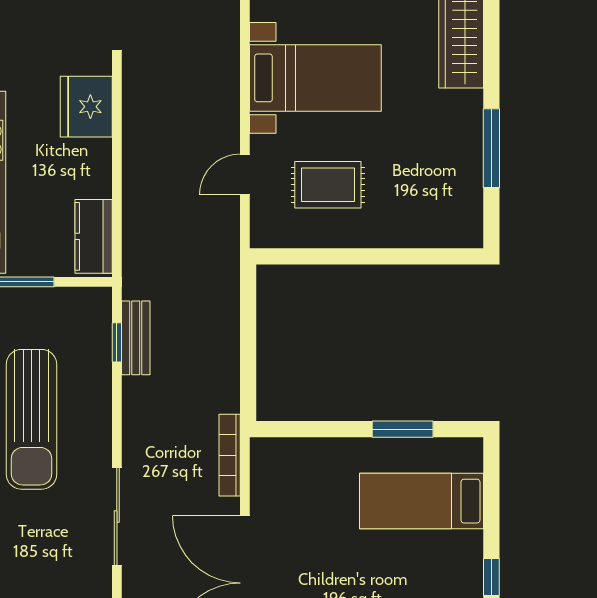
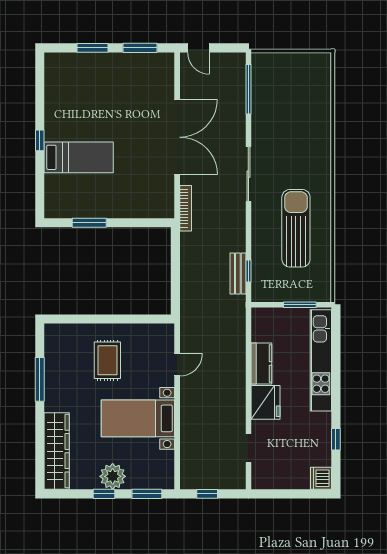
rug: (328, 185) -> (107, 360), moved, turned 90
kitchen counter: (94, 236) -> (261, 363), moved
bed: (422, 501) -> (79, 157), moved

